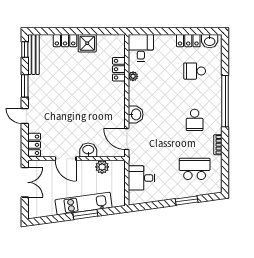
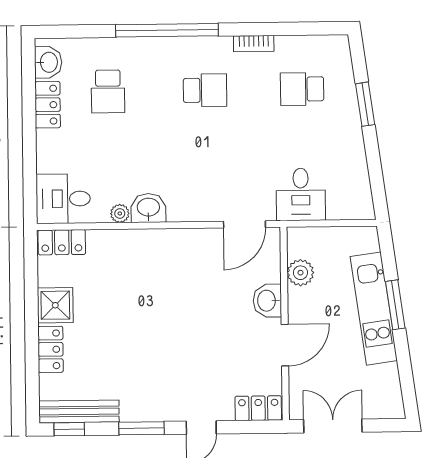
locker: (119, 69) -> (62, 242), moved
washbasin: (136, 114) -> (148, 208), moved
school desk: (195, 169) -> (302, 89), width x0.54
desk: (142, 178) -> (301, 194), moved

